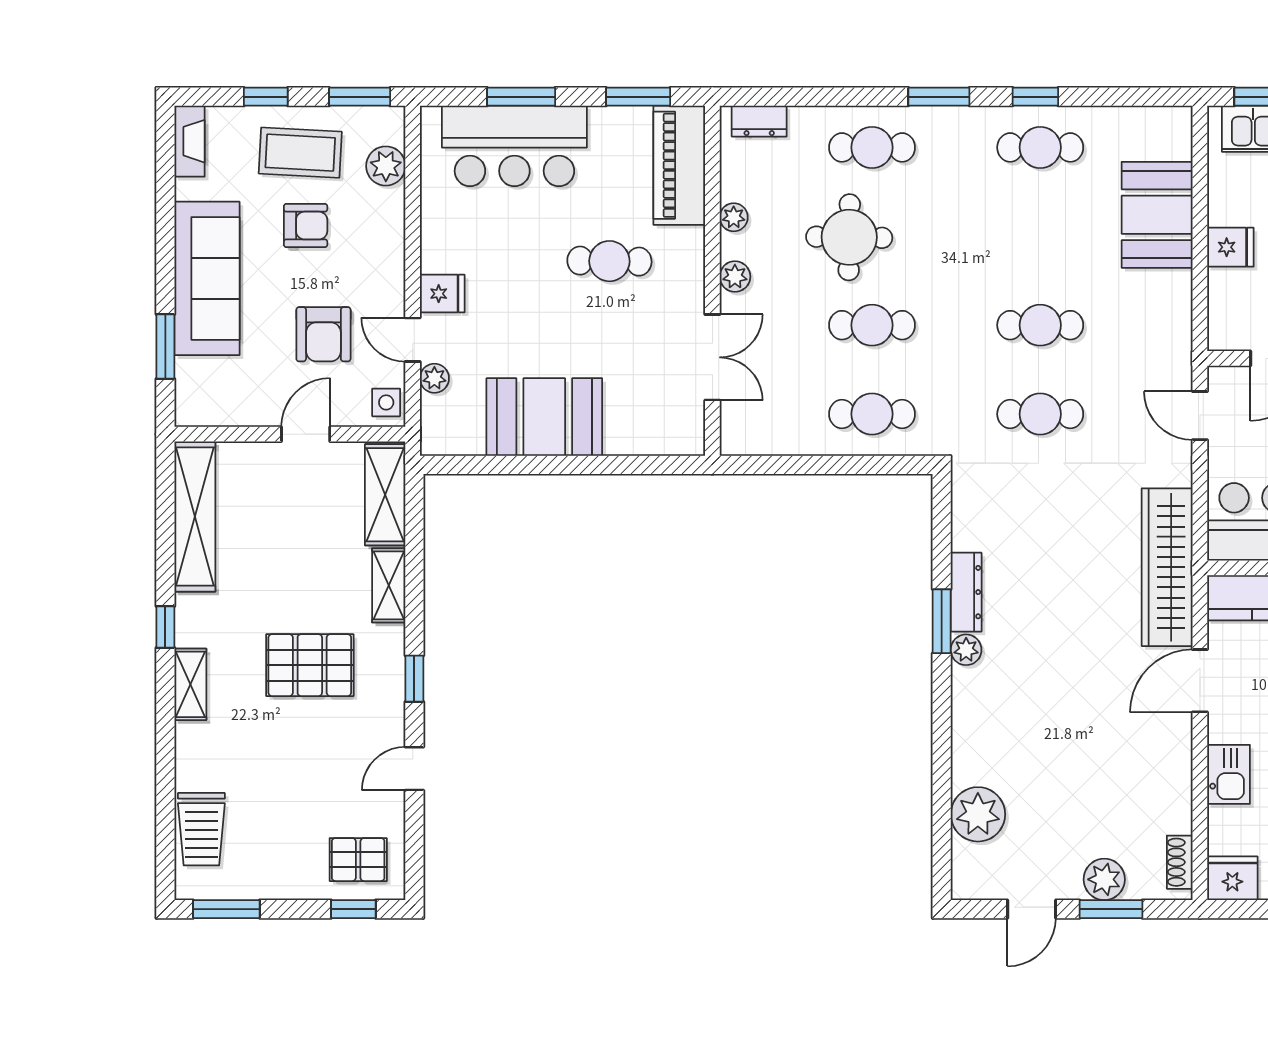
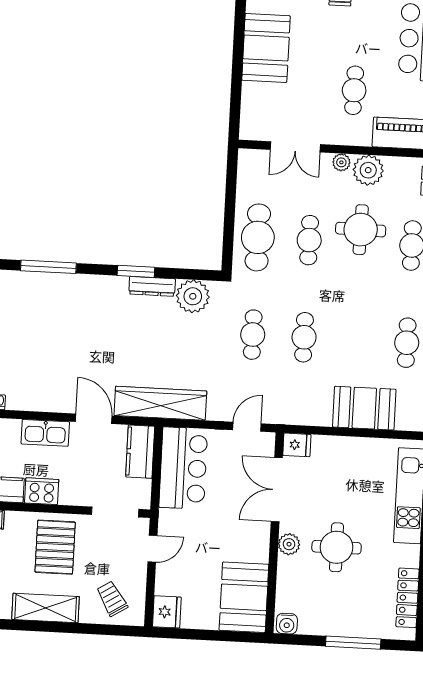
plant: (734, 217) -> (368, 170), width x1.88, depth x1.88
fridge: (1230, 247) -> (297, 445), moved, turned -90
cafe table: (872, 414) -> (258, 237), width x1.37, depth x1.35
plant: (966, 650) -> (193, 296), moved, width x1.88, depth x1.88
window: (942, 773) -> (48, 267), added
kitchen sink: (1228, 774) -> (45, 433), width x1.38
plant: (978, 814) -> (23, 287), removed

